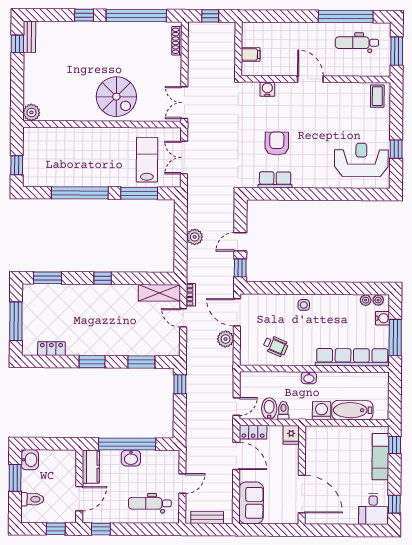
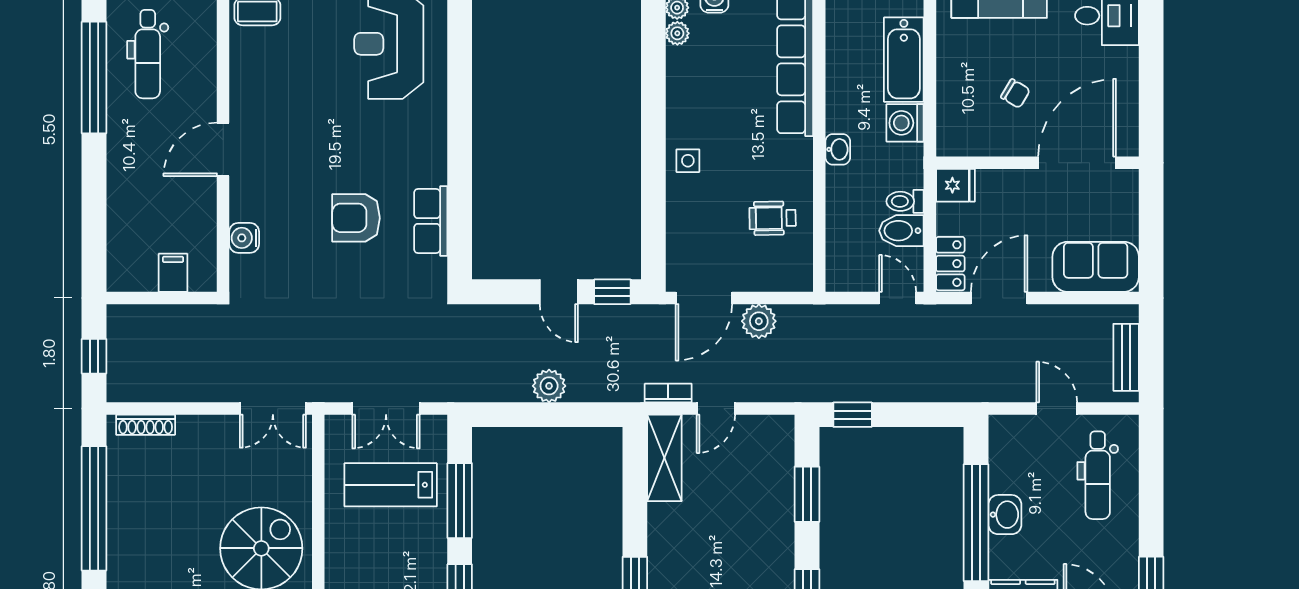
wheelchair: (276, 346) -> (773, 218), turned -114
chair: (336, 464) -> (1015, 94), added

